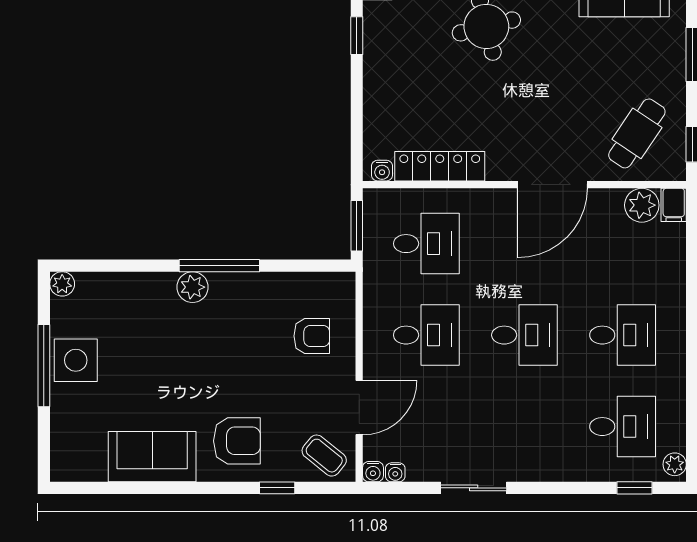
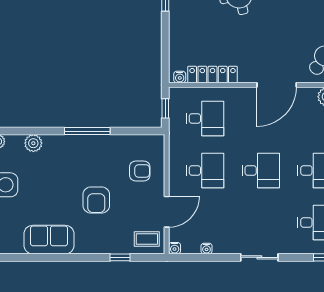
window: (357, 226) -> (165, 108), width x0.67
plant: (193, 287) -> (33, 143), moved
armchair: (237, 441) -> (96, 200), moved, turned 90
coffee table: (324, 456) -> (147, 239), turned -39
water cooler: (395, 472) -> (207, 249), moved
sliding door: (474, 488) -> (259, 257), moved

